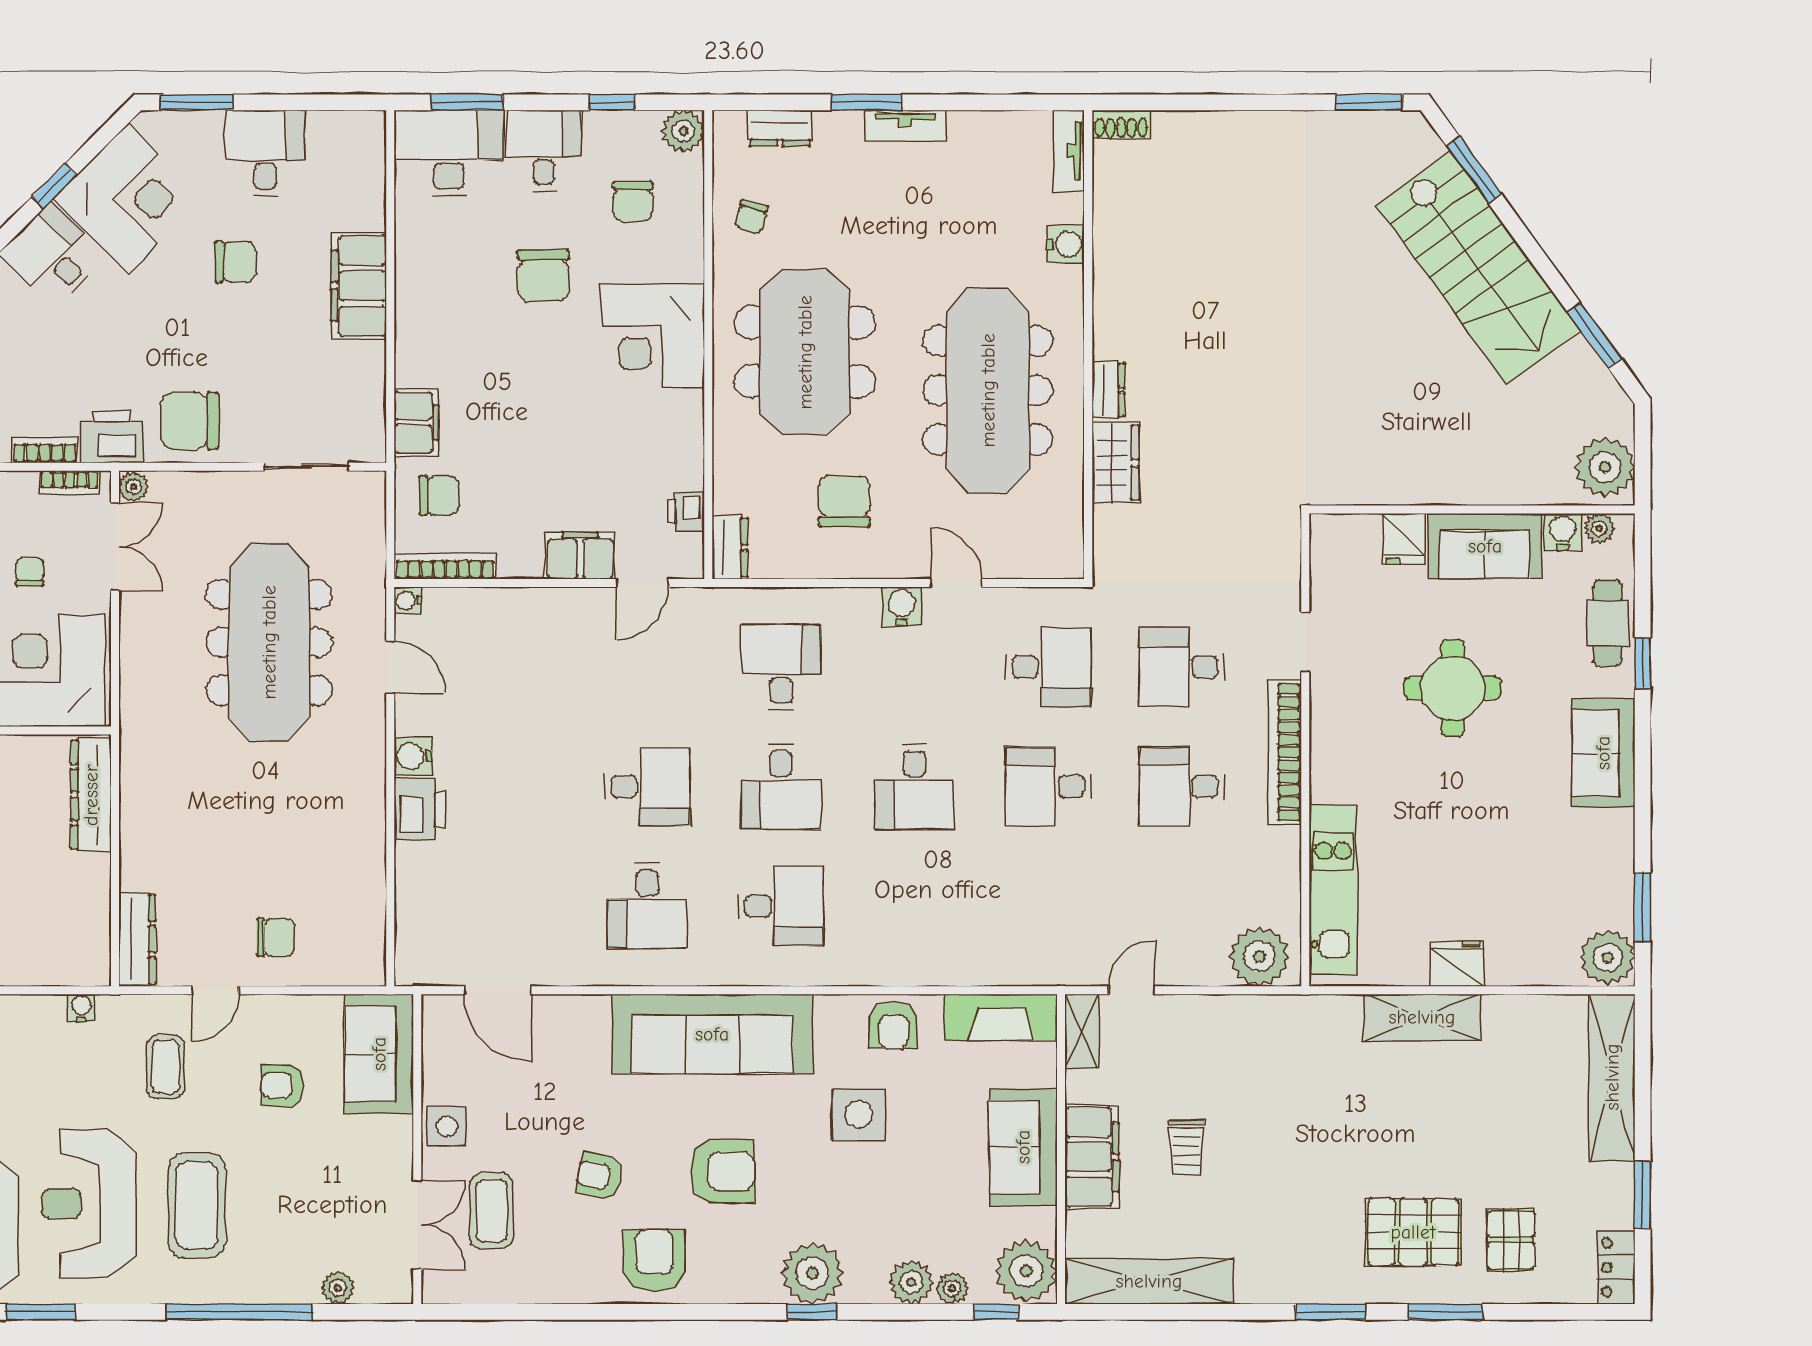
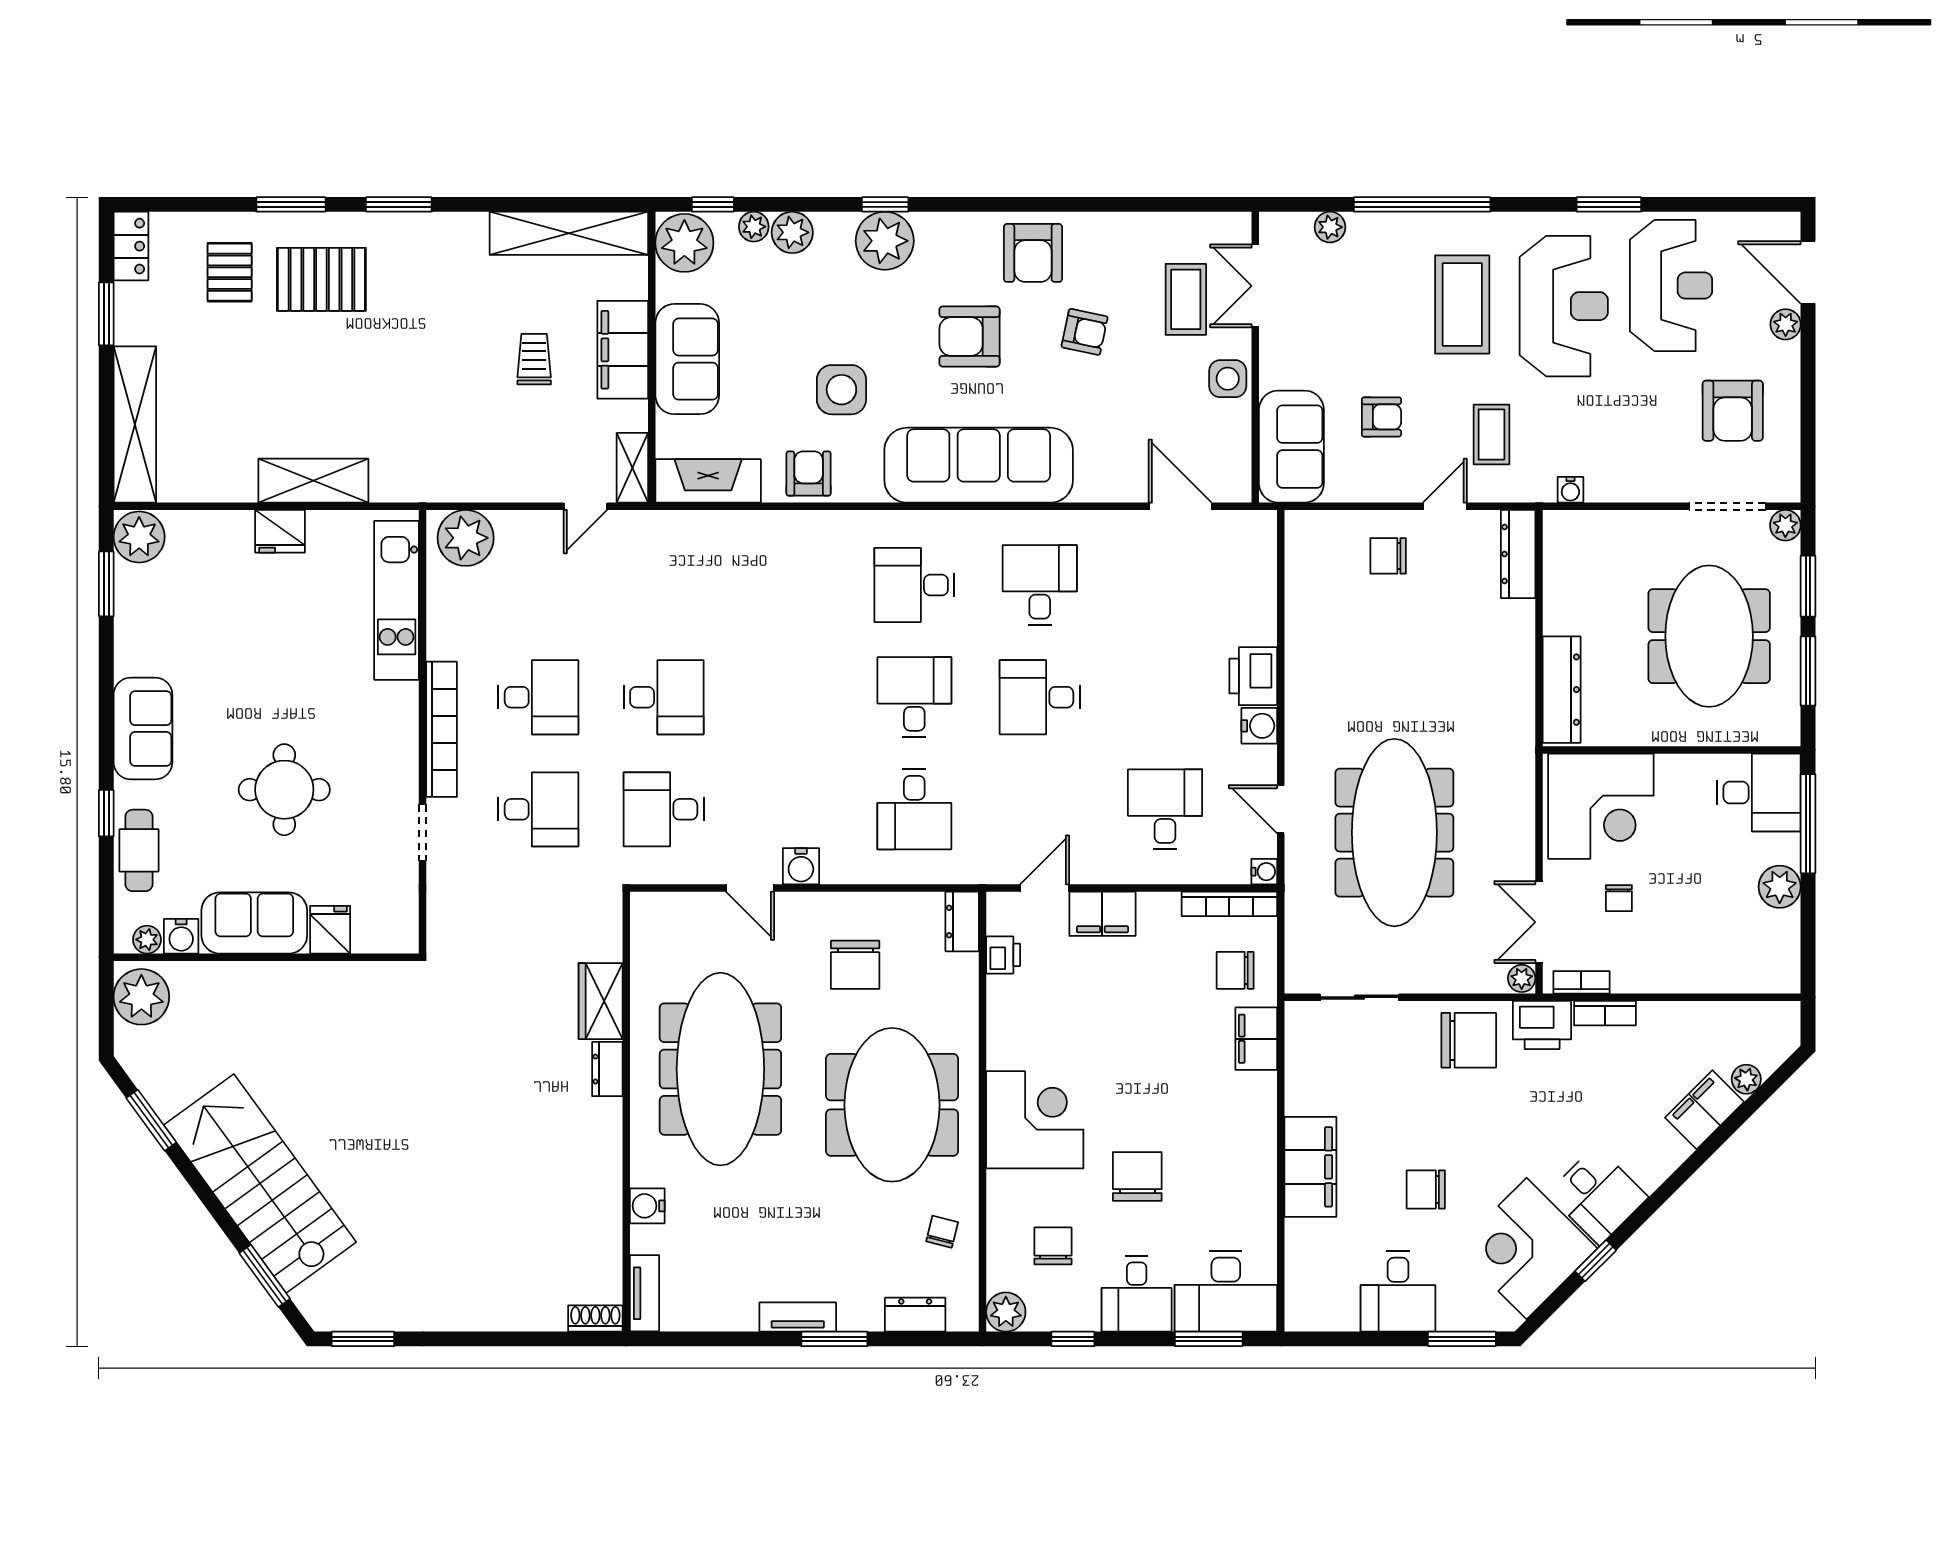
desk: (915, 787) -> (1165, 809), moved

